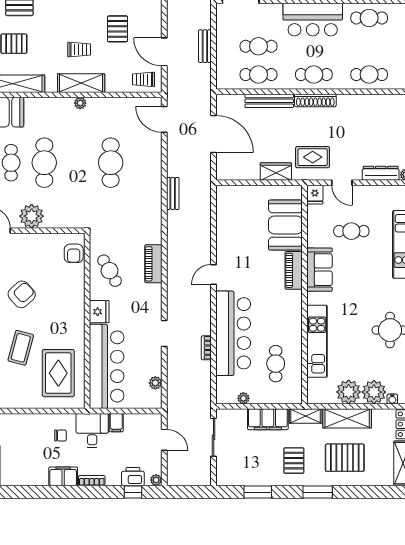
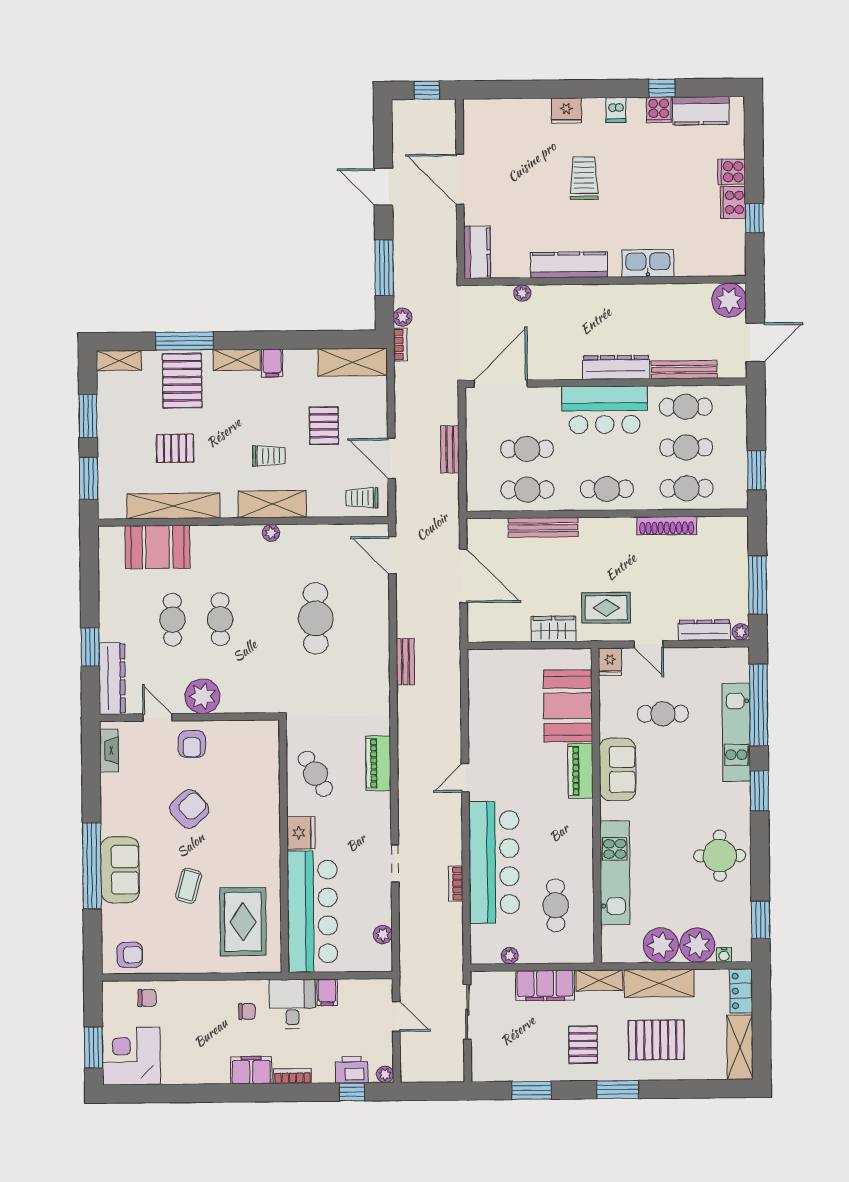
cafe table: (369, 46) -> (686, 448), added
shoe rack: (315, 100) -> (667, 526), moved
cafe table: (44, 163) -> (220, 619), width x0.73, depth x0.74
armchair: (74, 253) -> (192, 744), moved
coffee table: (21, 348) -> (189, 886), width x0.73, depth x0.77

